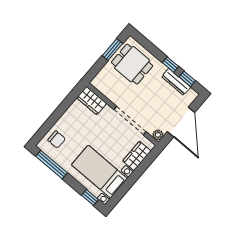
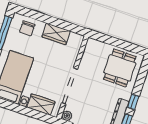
window: (112, 50) -> (126, 46), removed
wardrobe: (92, 100) -> (56, 34), moved, turned -90

